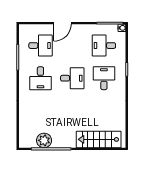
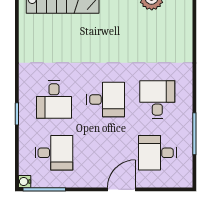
desk: (72, 78) -> (106, 99), turned 180

